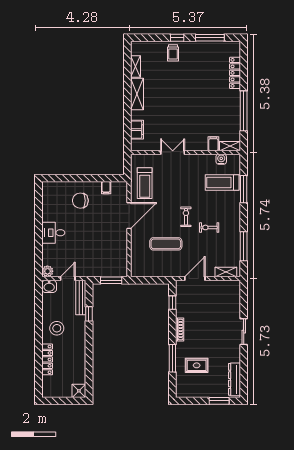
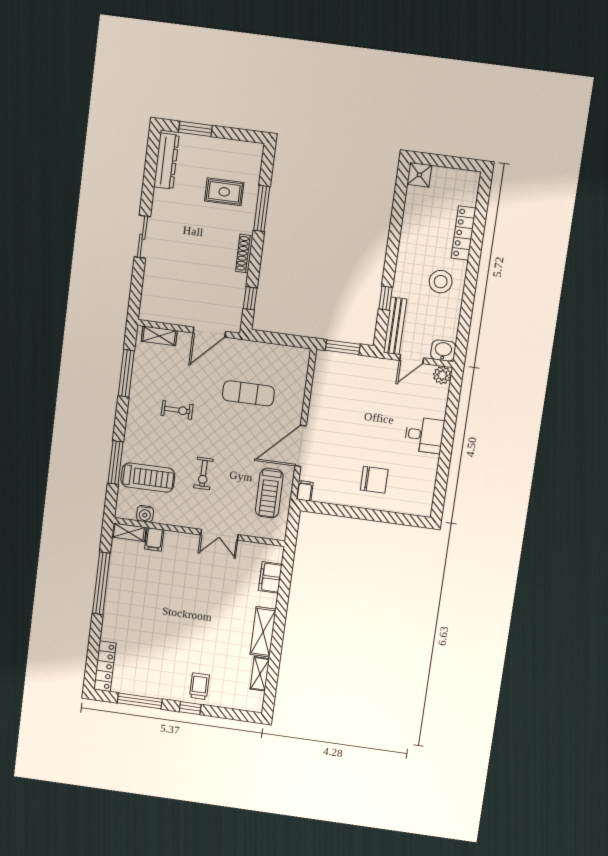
locker: (235, 73) -> (105, 666), moved
treadmill: (145, 183) -> (269, 493), turned 180
filing cabinet: (106, 188) -> (305, 491), moved
exercise bike: (186, 217) -> (203, 473), moved

